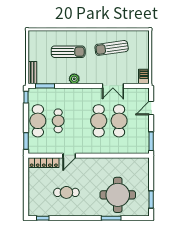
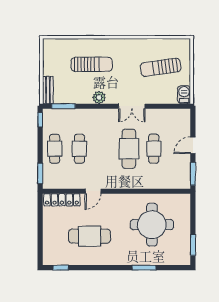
sun lounger: (112, 48) -> (161, 67), moved
double door: (113, 86) -> (132, 106), moved
door: (151, 108) -> (193, 145), moved
cafe table: (38, 121) -> (55, 149), width x0.73, depth x0.74
cafe table: (119, 121) -> (154, 149), width x0.73, depth x0.74
cafe table: (66, 192) -> (90, 236), width x1.37, depth x1.35
round table: (118, 195) -> (152, 225), moved

